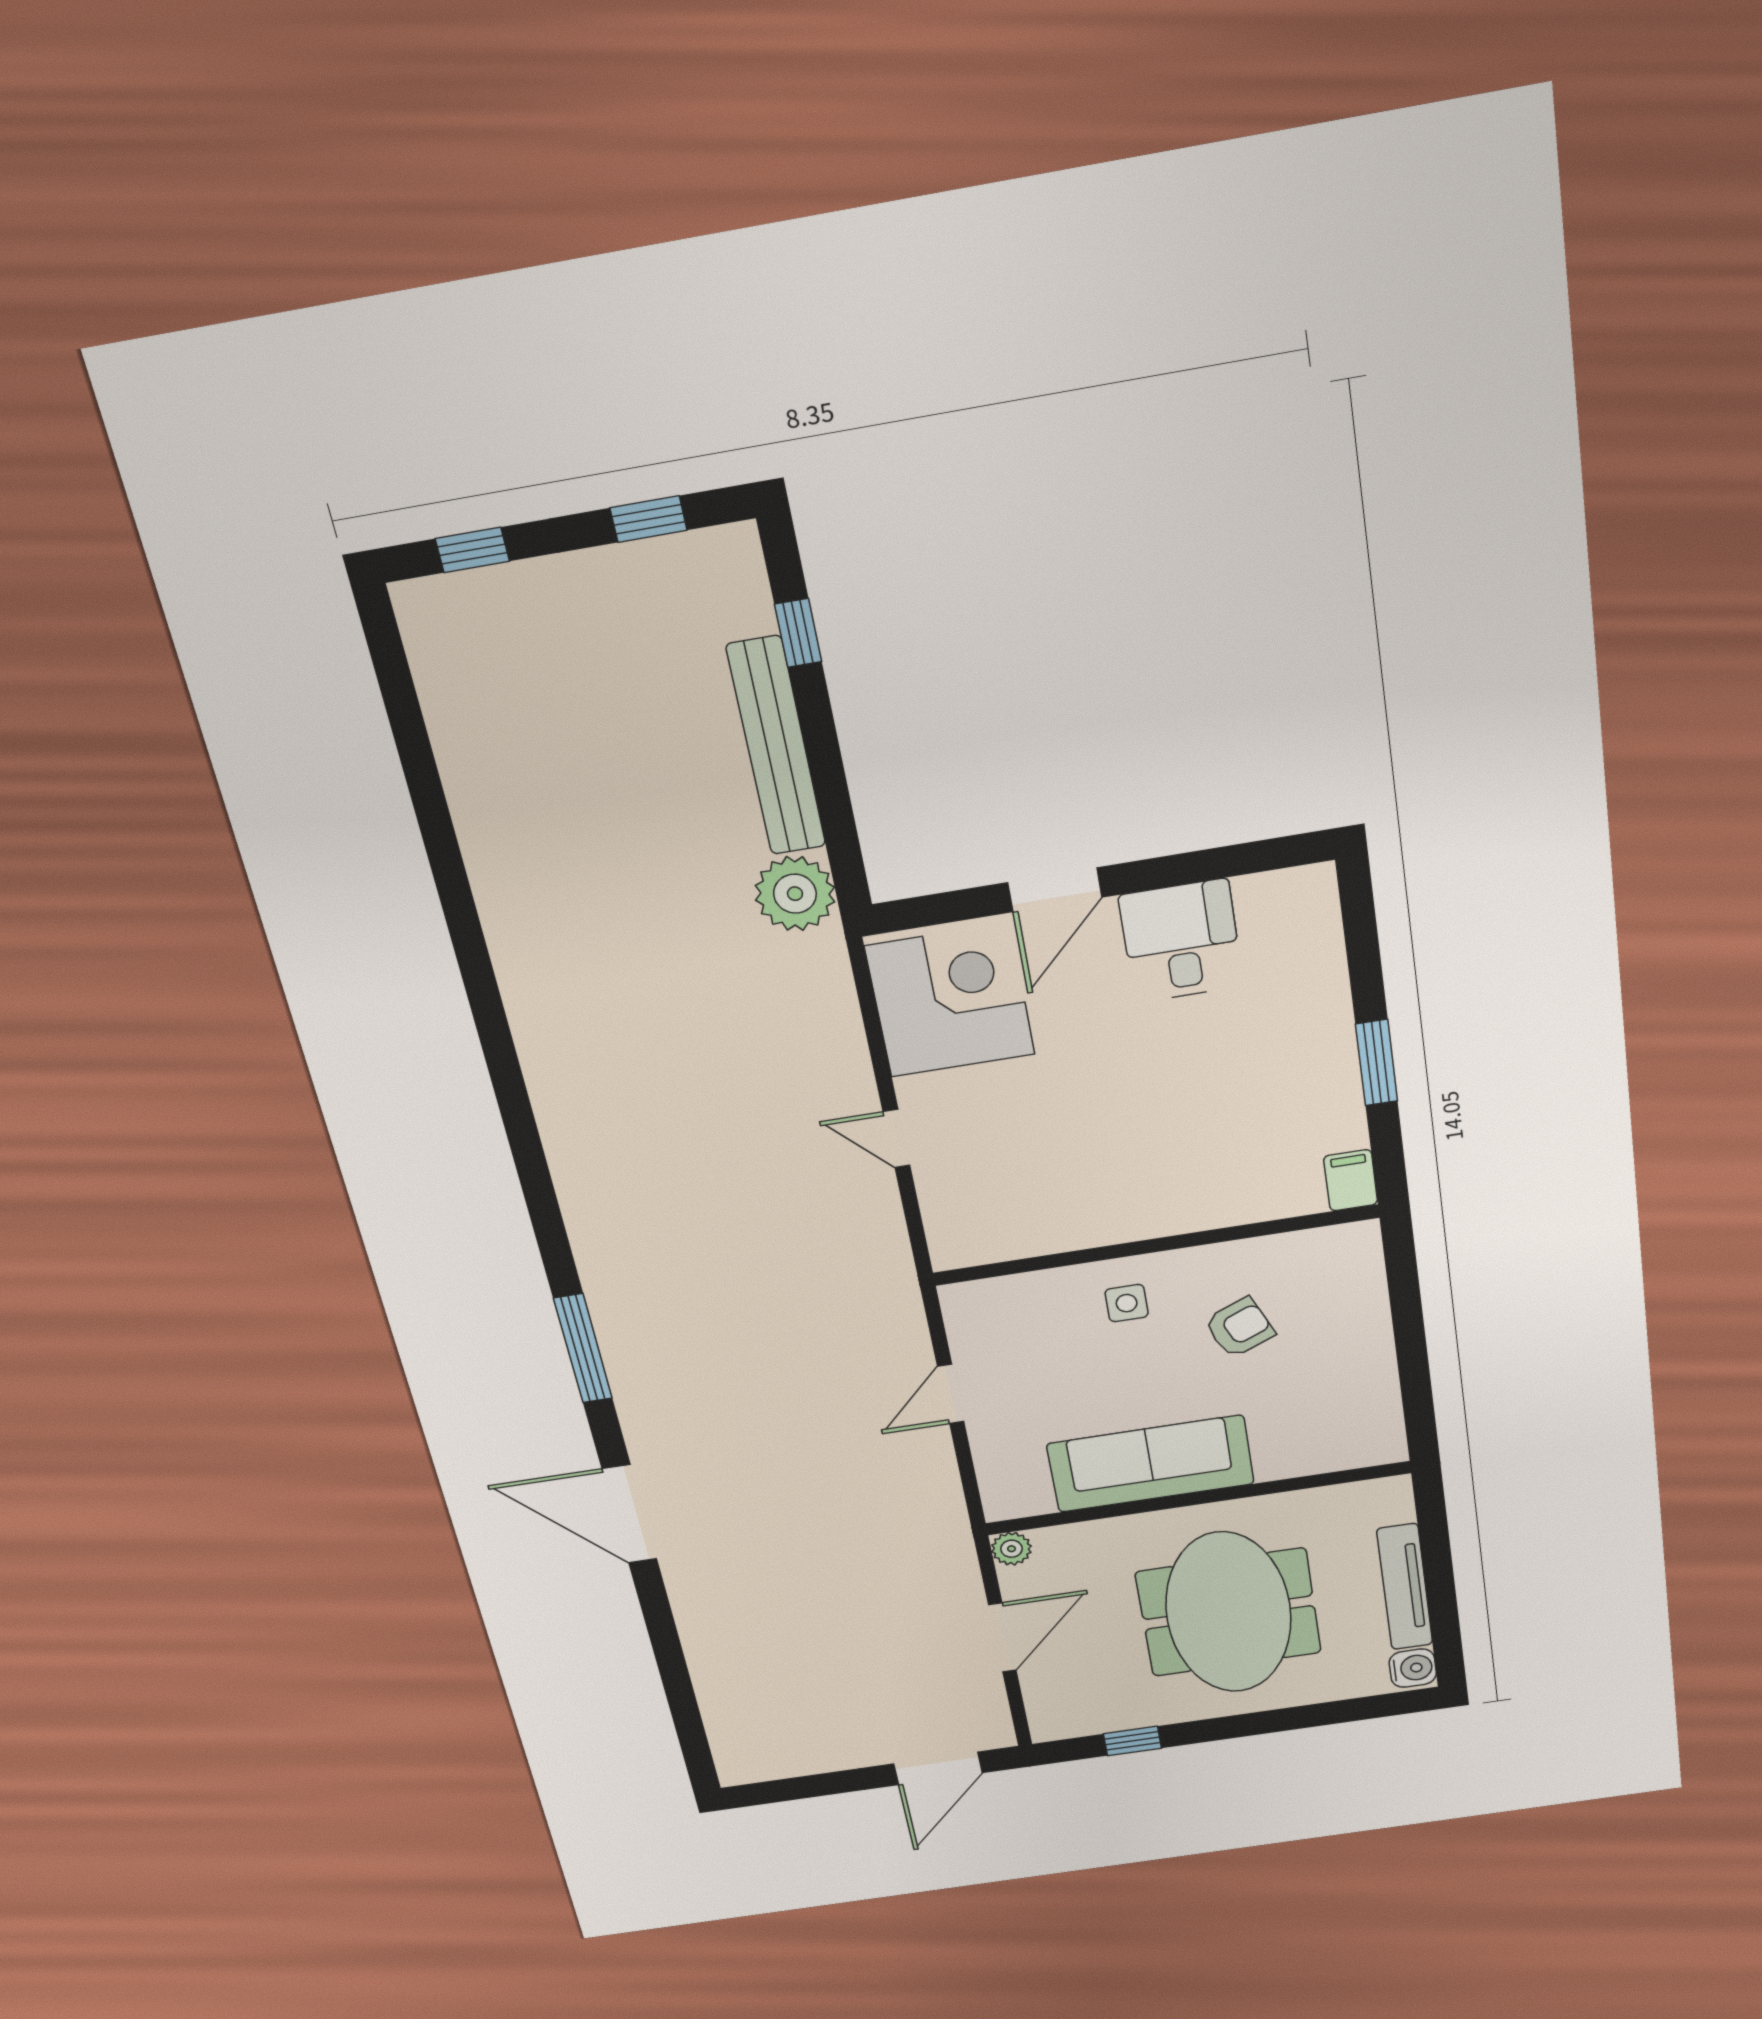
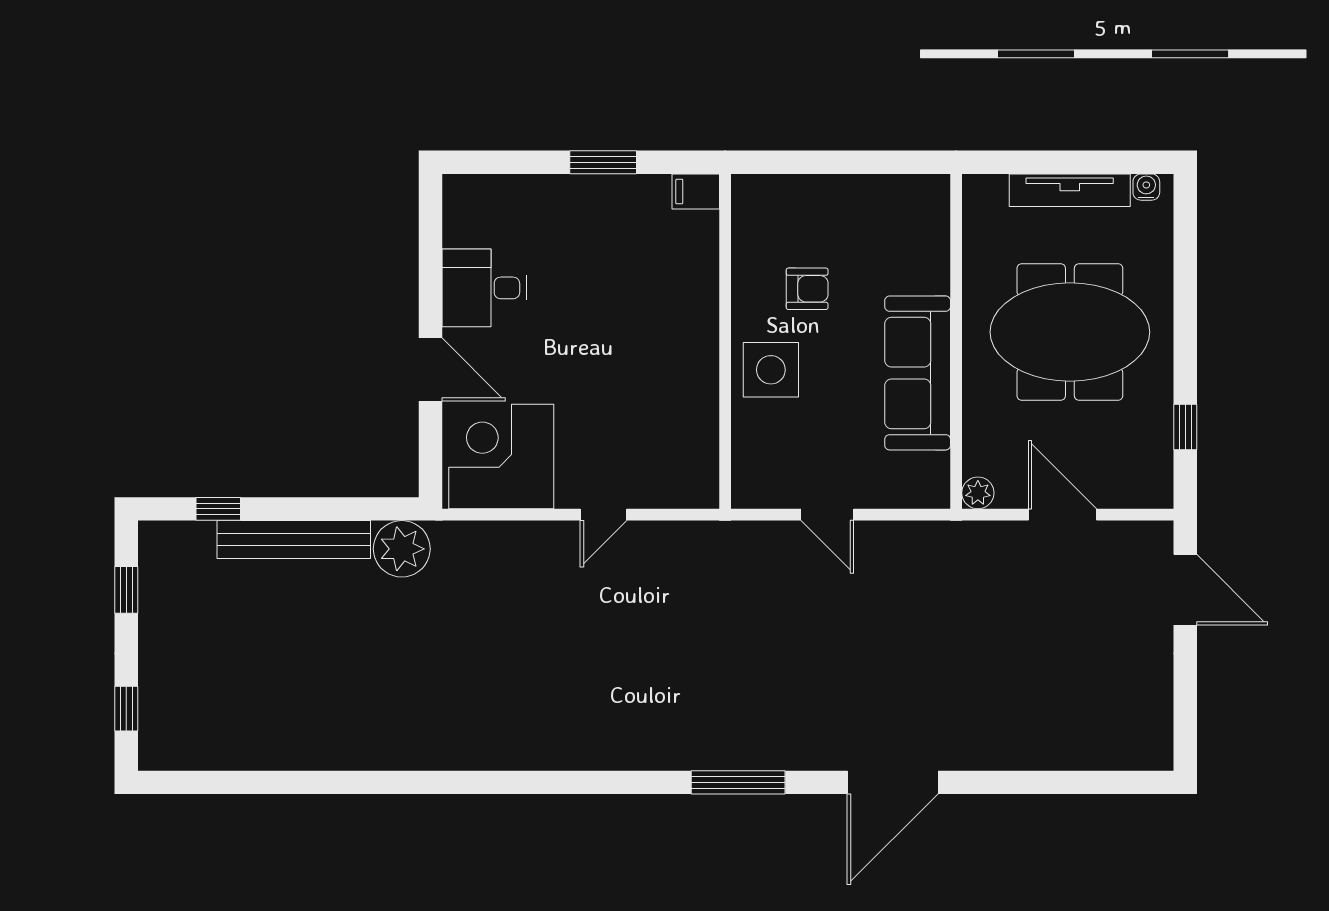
side table: (1127, 1303) -> (771, 370), width x1.87, depth x1.87
armchair: (1239, 1328) -> (807, 289), turned 113
water cooler: (1413, 1668) -> (1146, 187), width x0.72, depth x0.72

